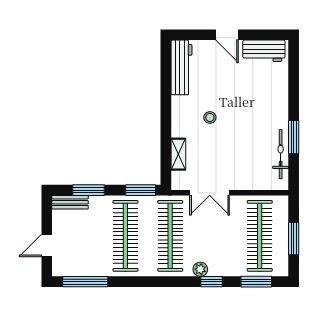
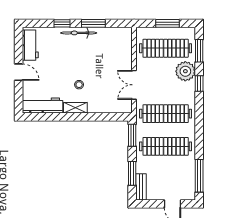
door: (227, 35) -> (19, 72), hinge flipped
window: (294, 94) -> (62, 23), added
shelving: (178, 154) -> (75, 108), moved
bicycle: (281, 154) -> (79, 33), moved
double door: (210, 193) -> (134, 85), swing flipped
plant: (200, 269) -> (185, 71), moved, width x1.87, depth x1.87

